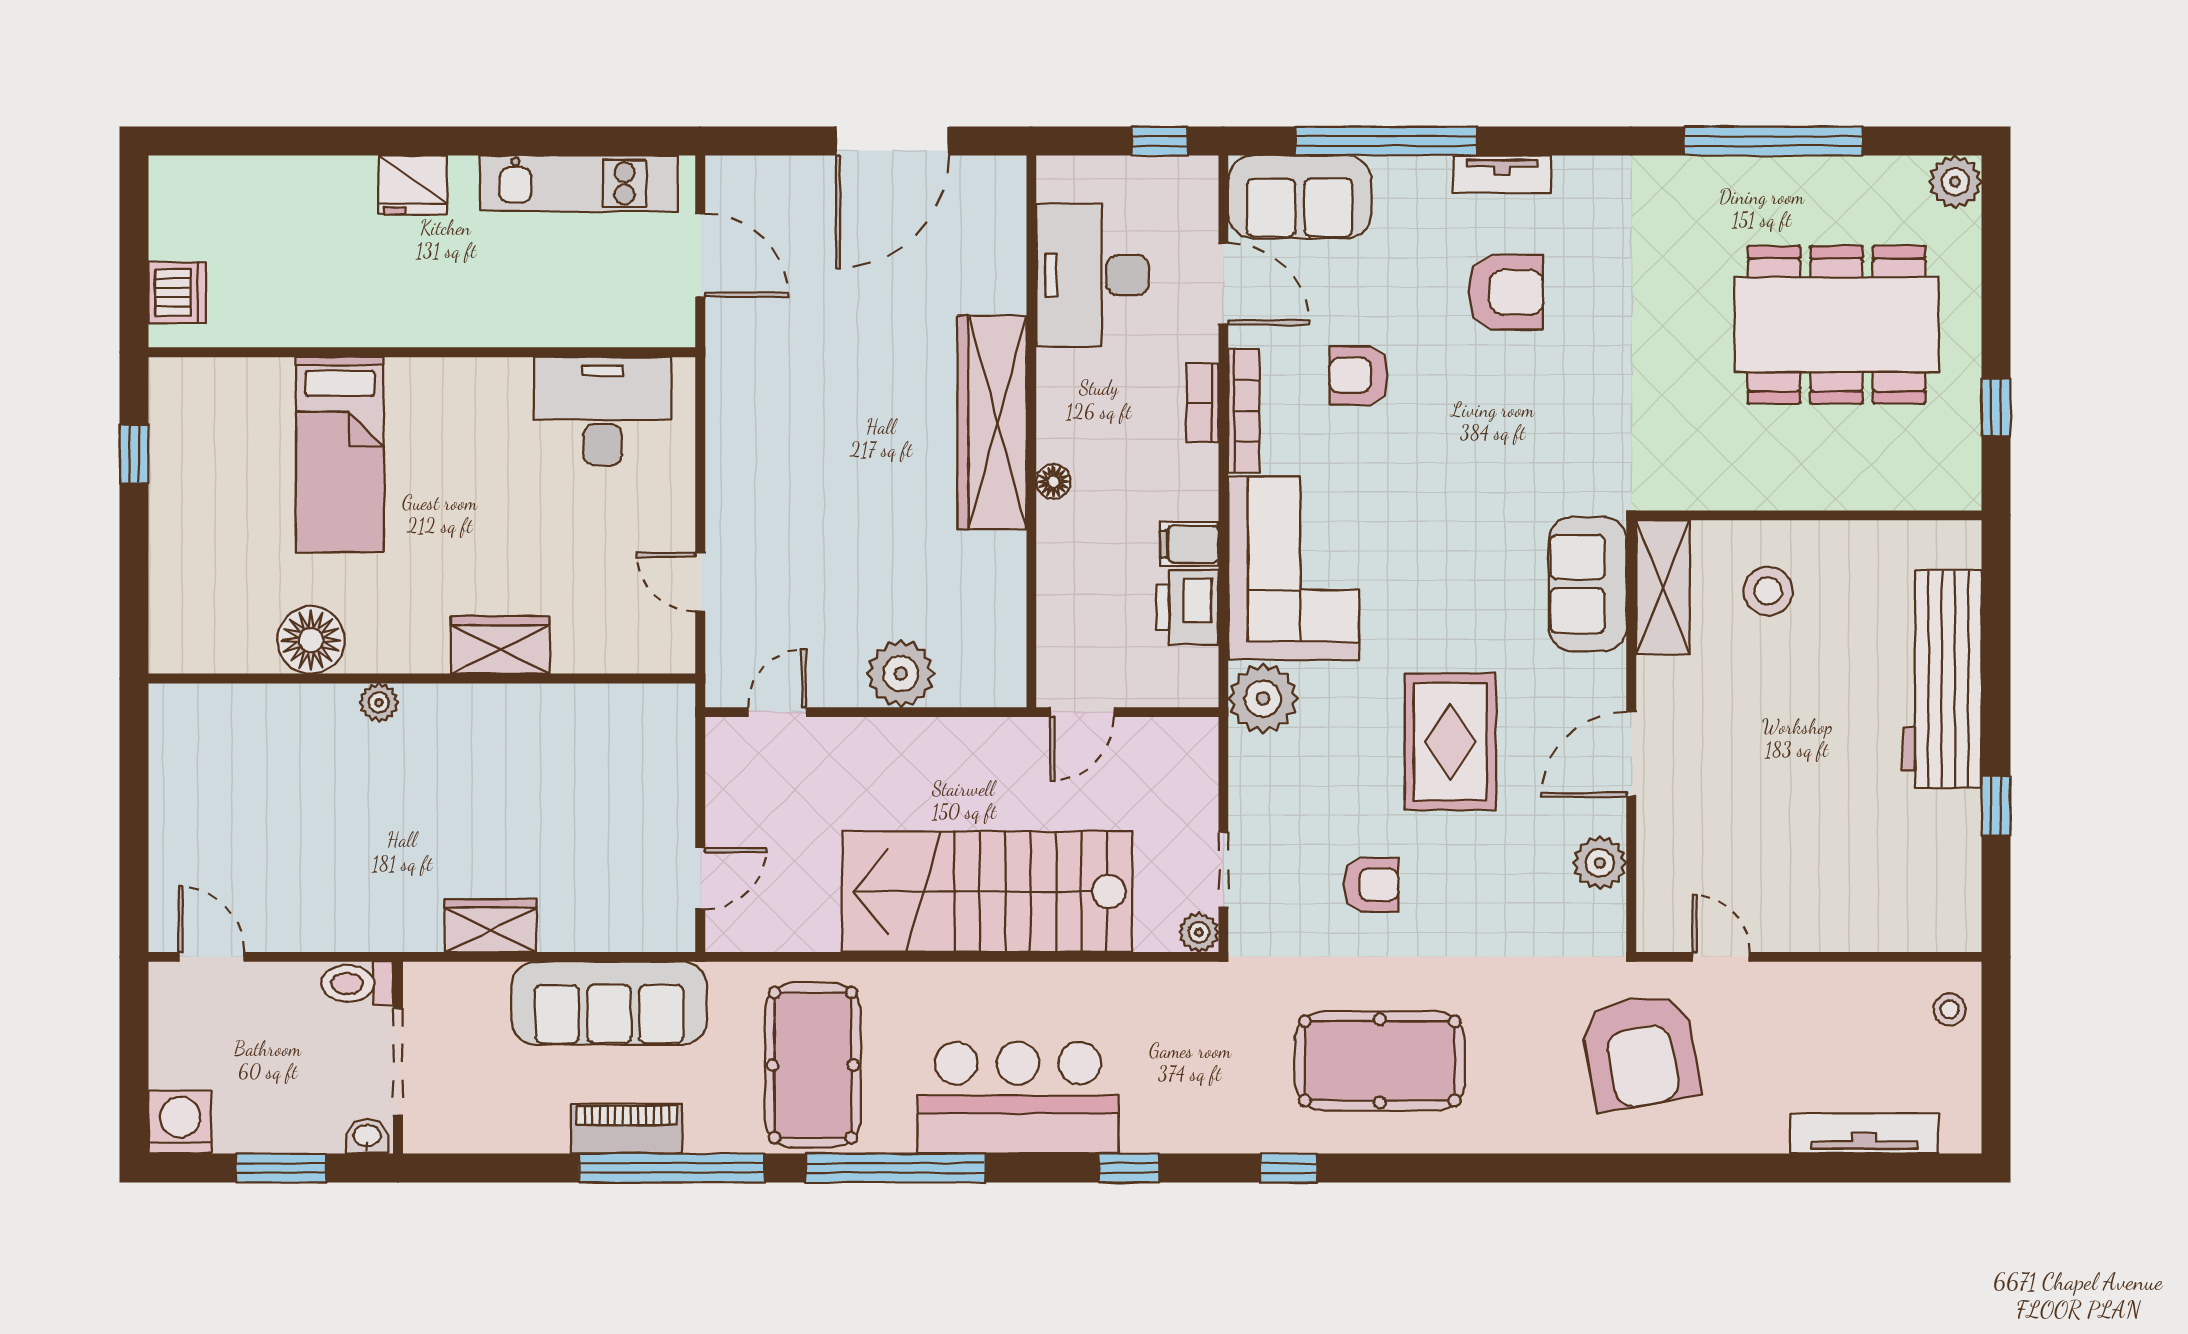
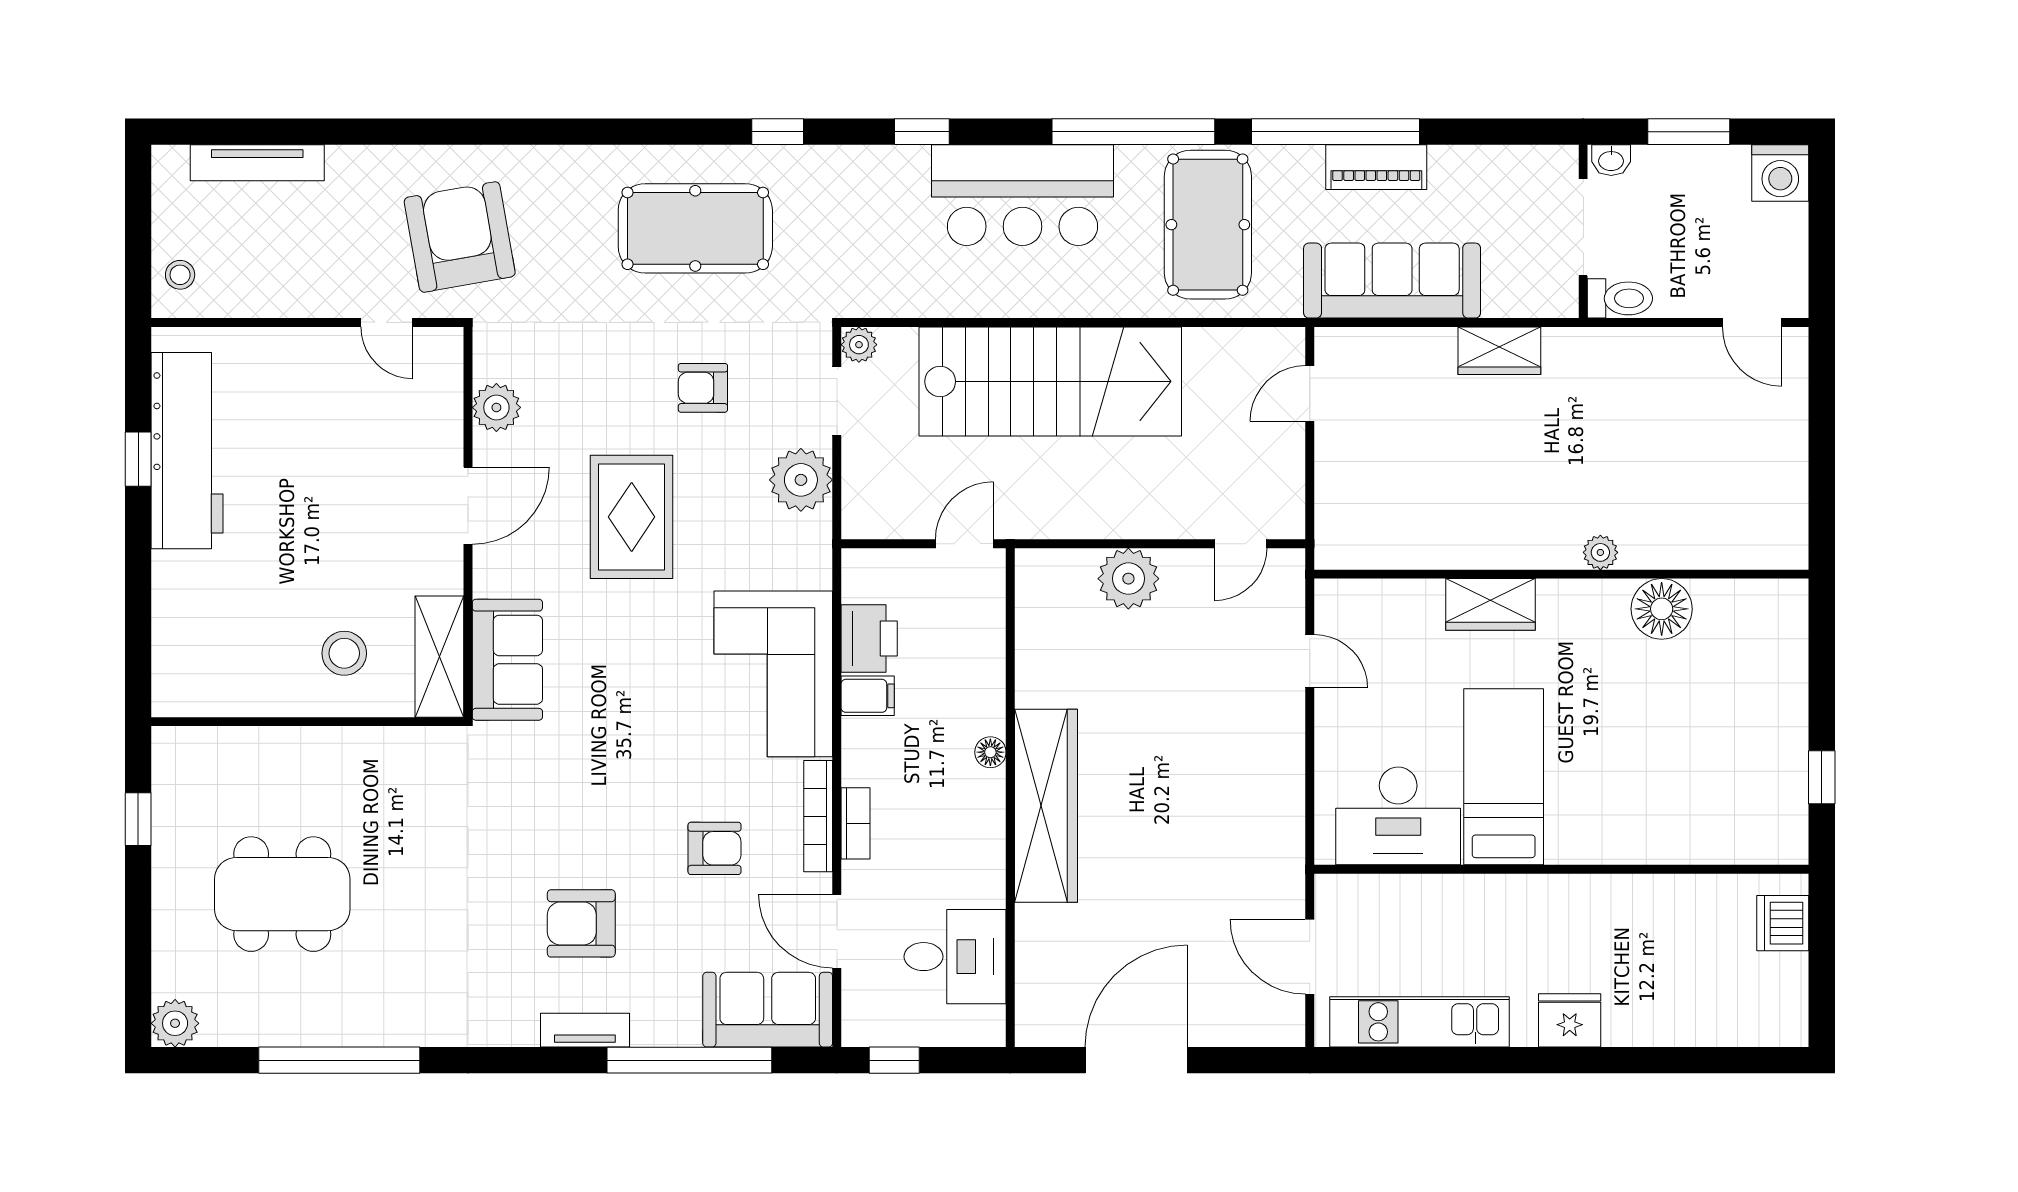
desk: (1092, 275) -> (955, 957), width x0.73
dining table: (1837, 325) -> (282, 894), width x0.73, depth x0.80
bed: (340, 454) -> (1504, 777), moved
workbench: (1942, 679) -> (187, 451), moved
plant: (1263, 699) -> (801, 480), moved

